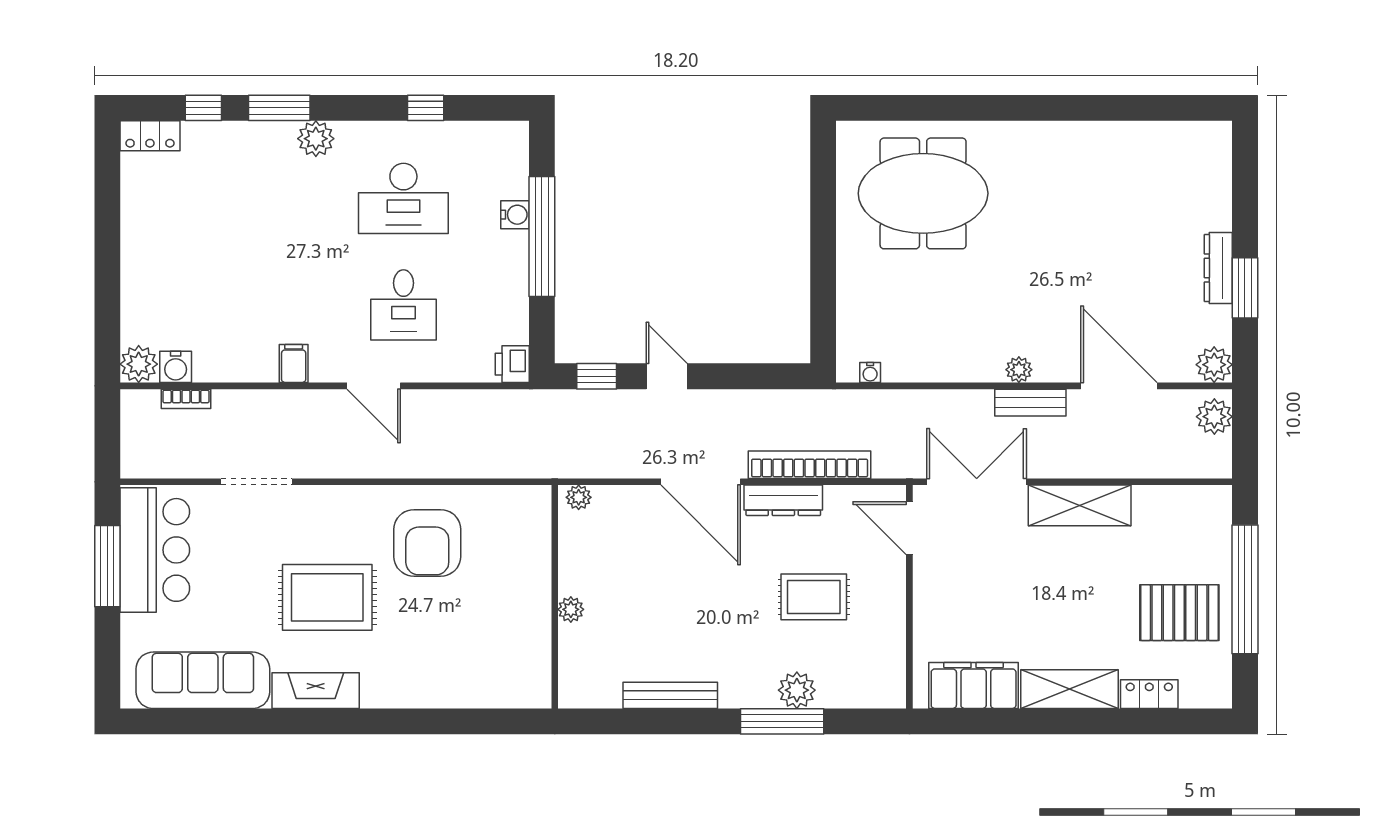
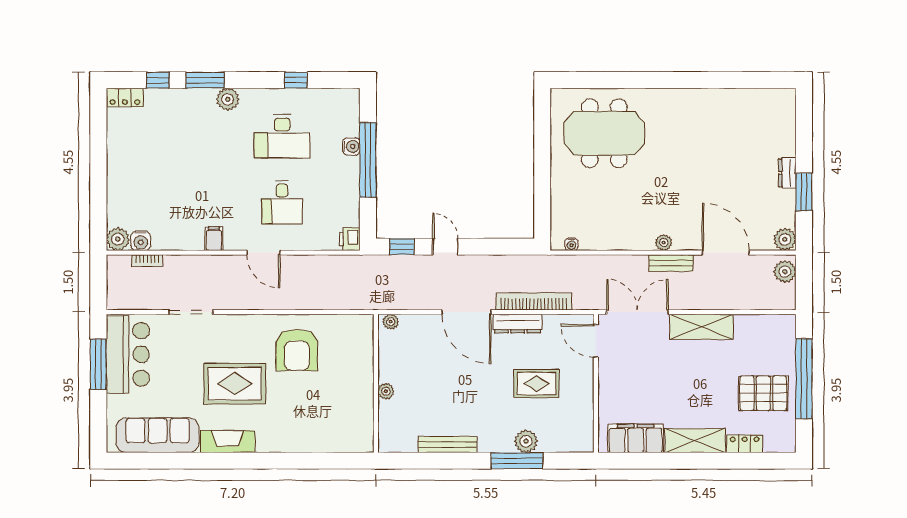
dresser: (1218, 268) -> (787, 173), width x0.70

